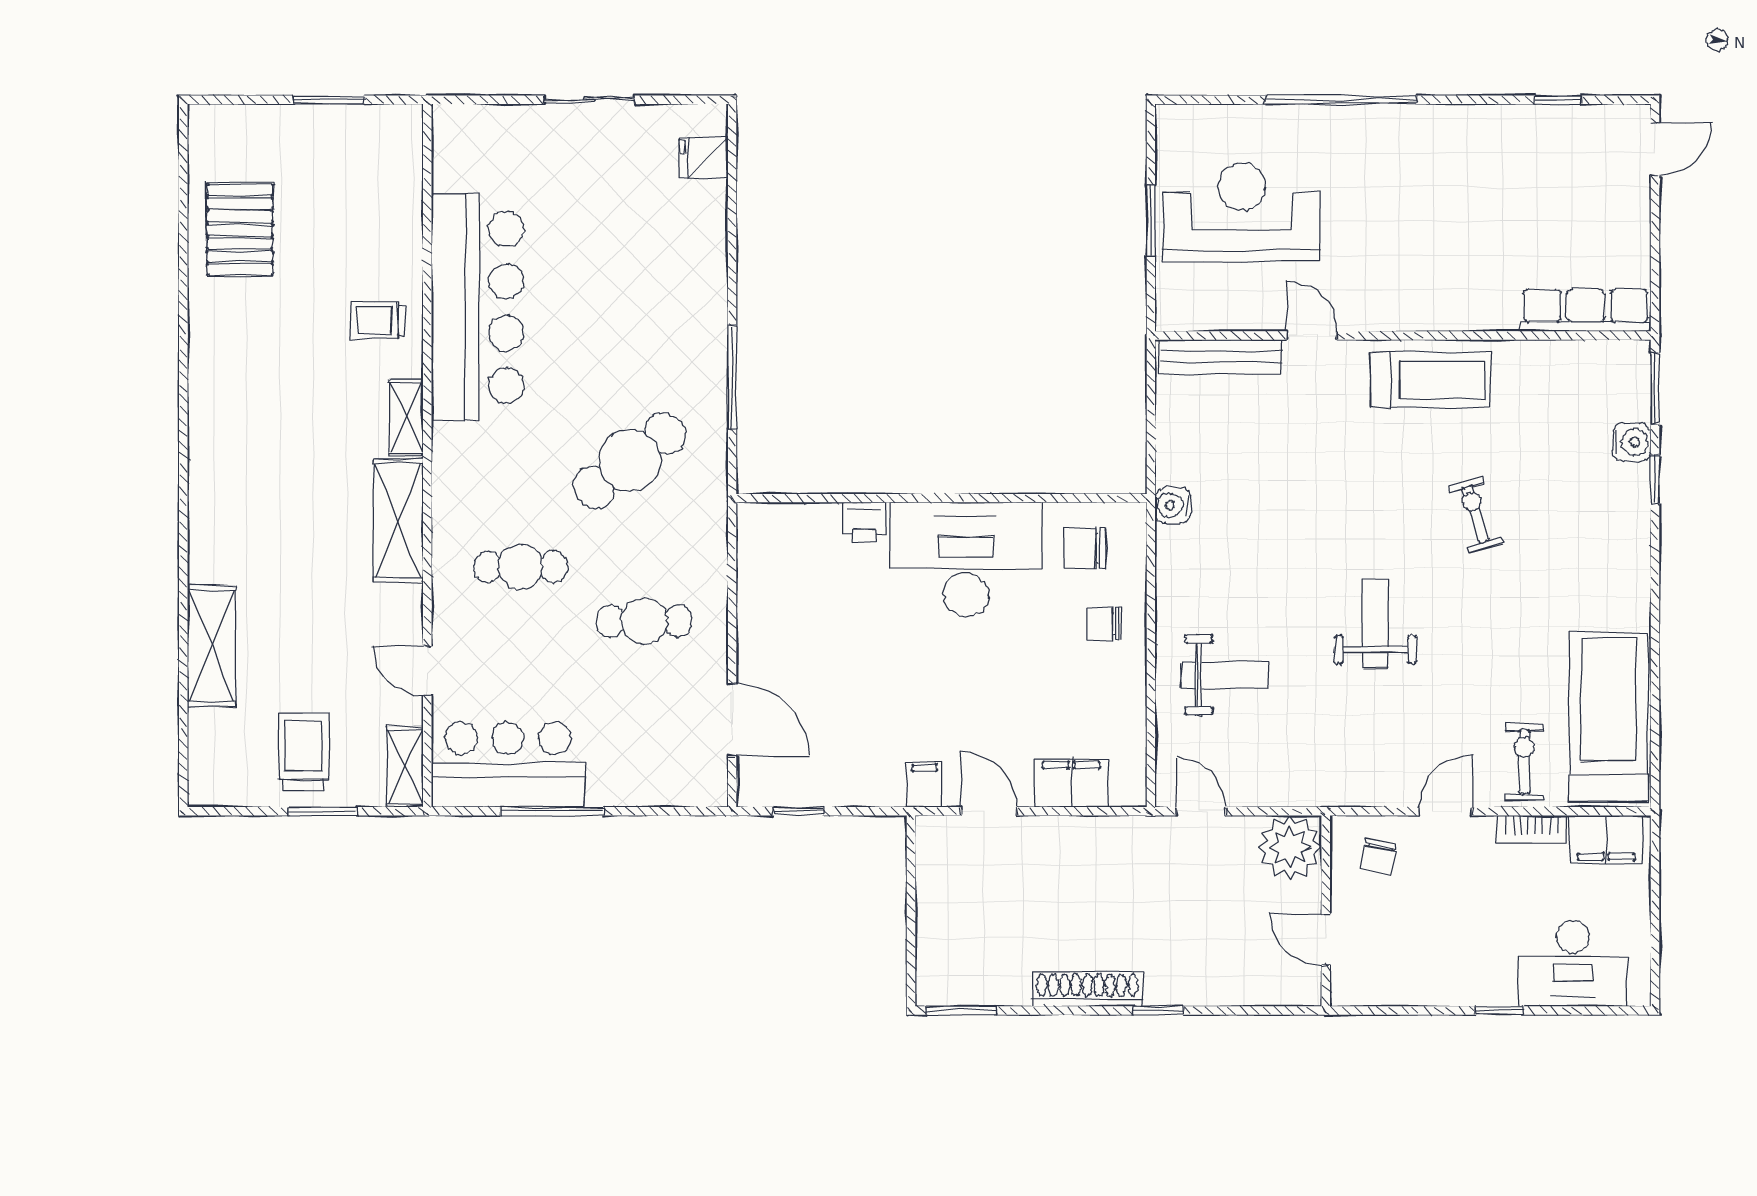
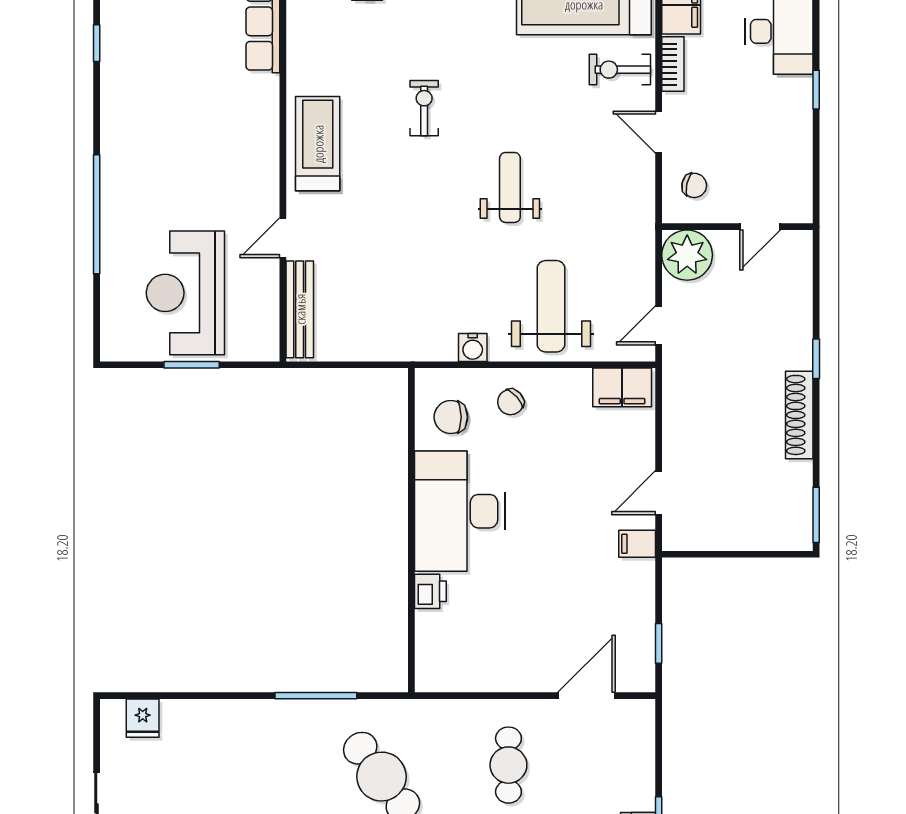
water cooler: (1173, 505) -> (473, 347), moved
exercise bike: (1476, 514) -> (424, 108), turned 107
chair: (1085, 548) -> (451, 417), turned 90
weight bench: (1375, 623) -> (510, 187), turned 90
chair: (1104, 624) -> (511, 402), turned 48
weight bench: (1225, 675) -> (551, 306), width x1.36, depth x1.33
filing cabinet: (1071, 782) -> (622, 387), moved, turned -90

